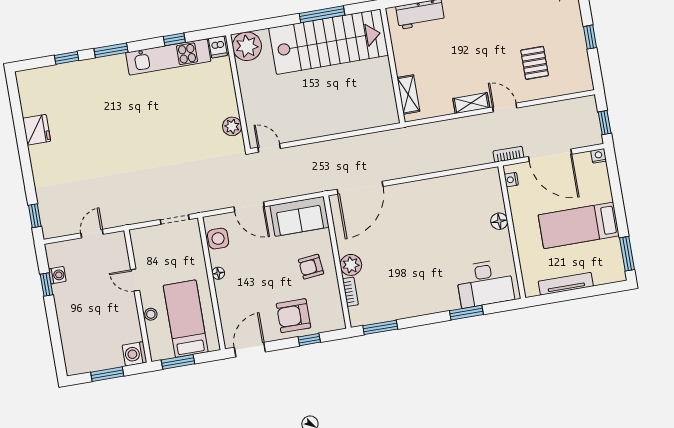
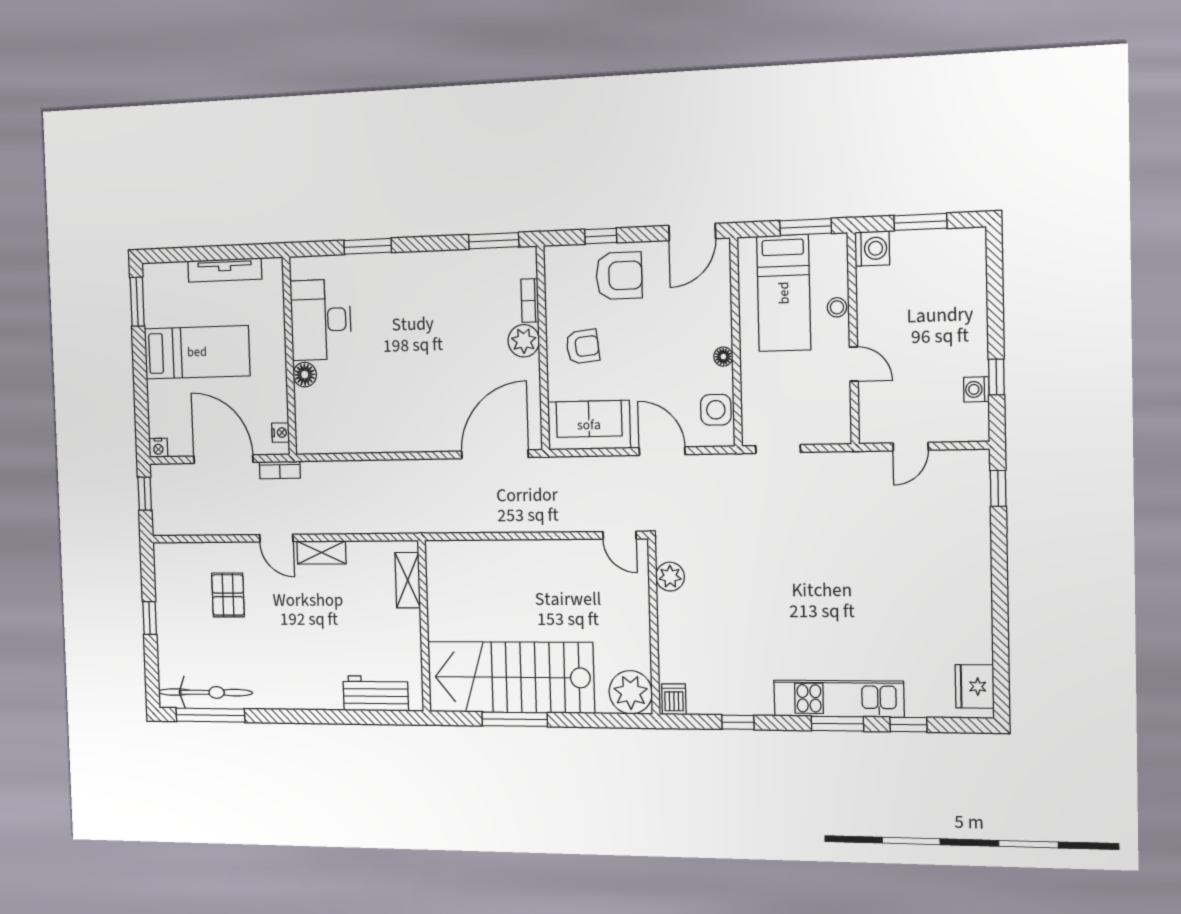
kitchen unit: (168, 57) -> (839, 699), moved
fridge: (37, 130) -> (975, 686), moved
desk: (485, 283) -> (321, 320), moved, turned -90

